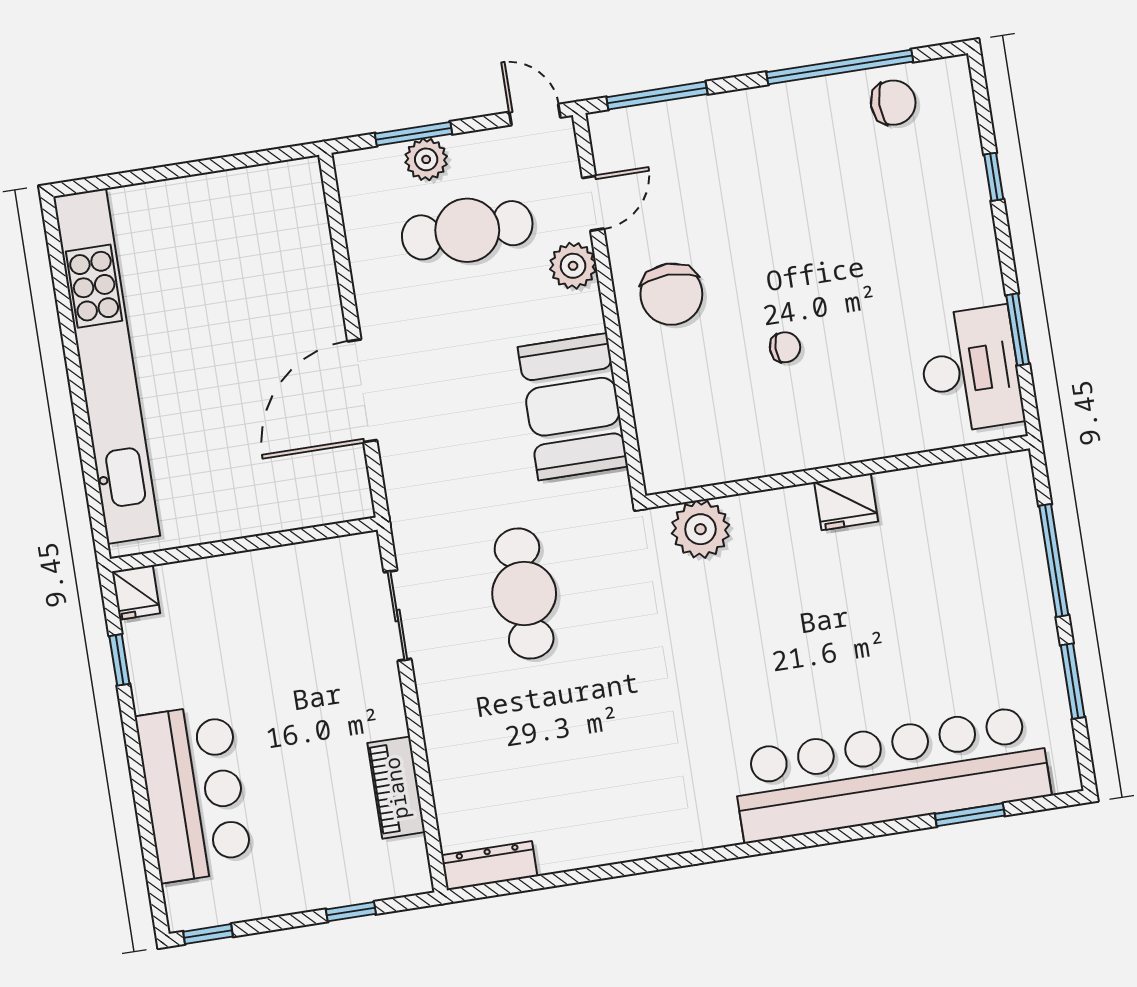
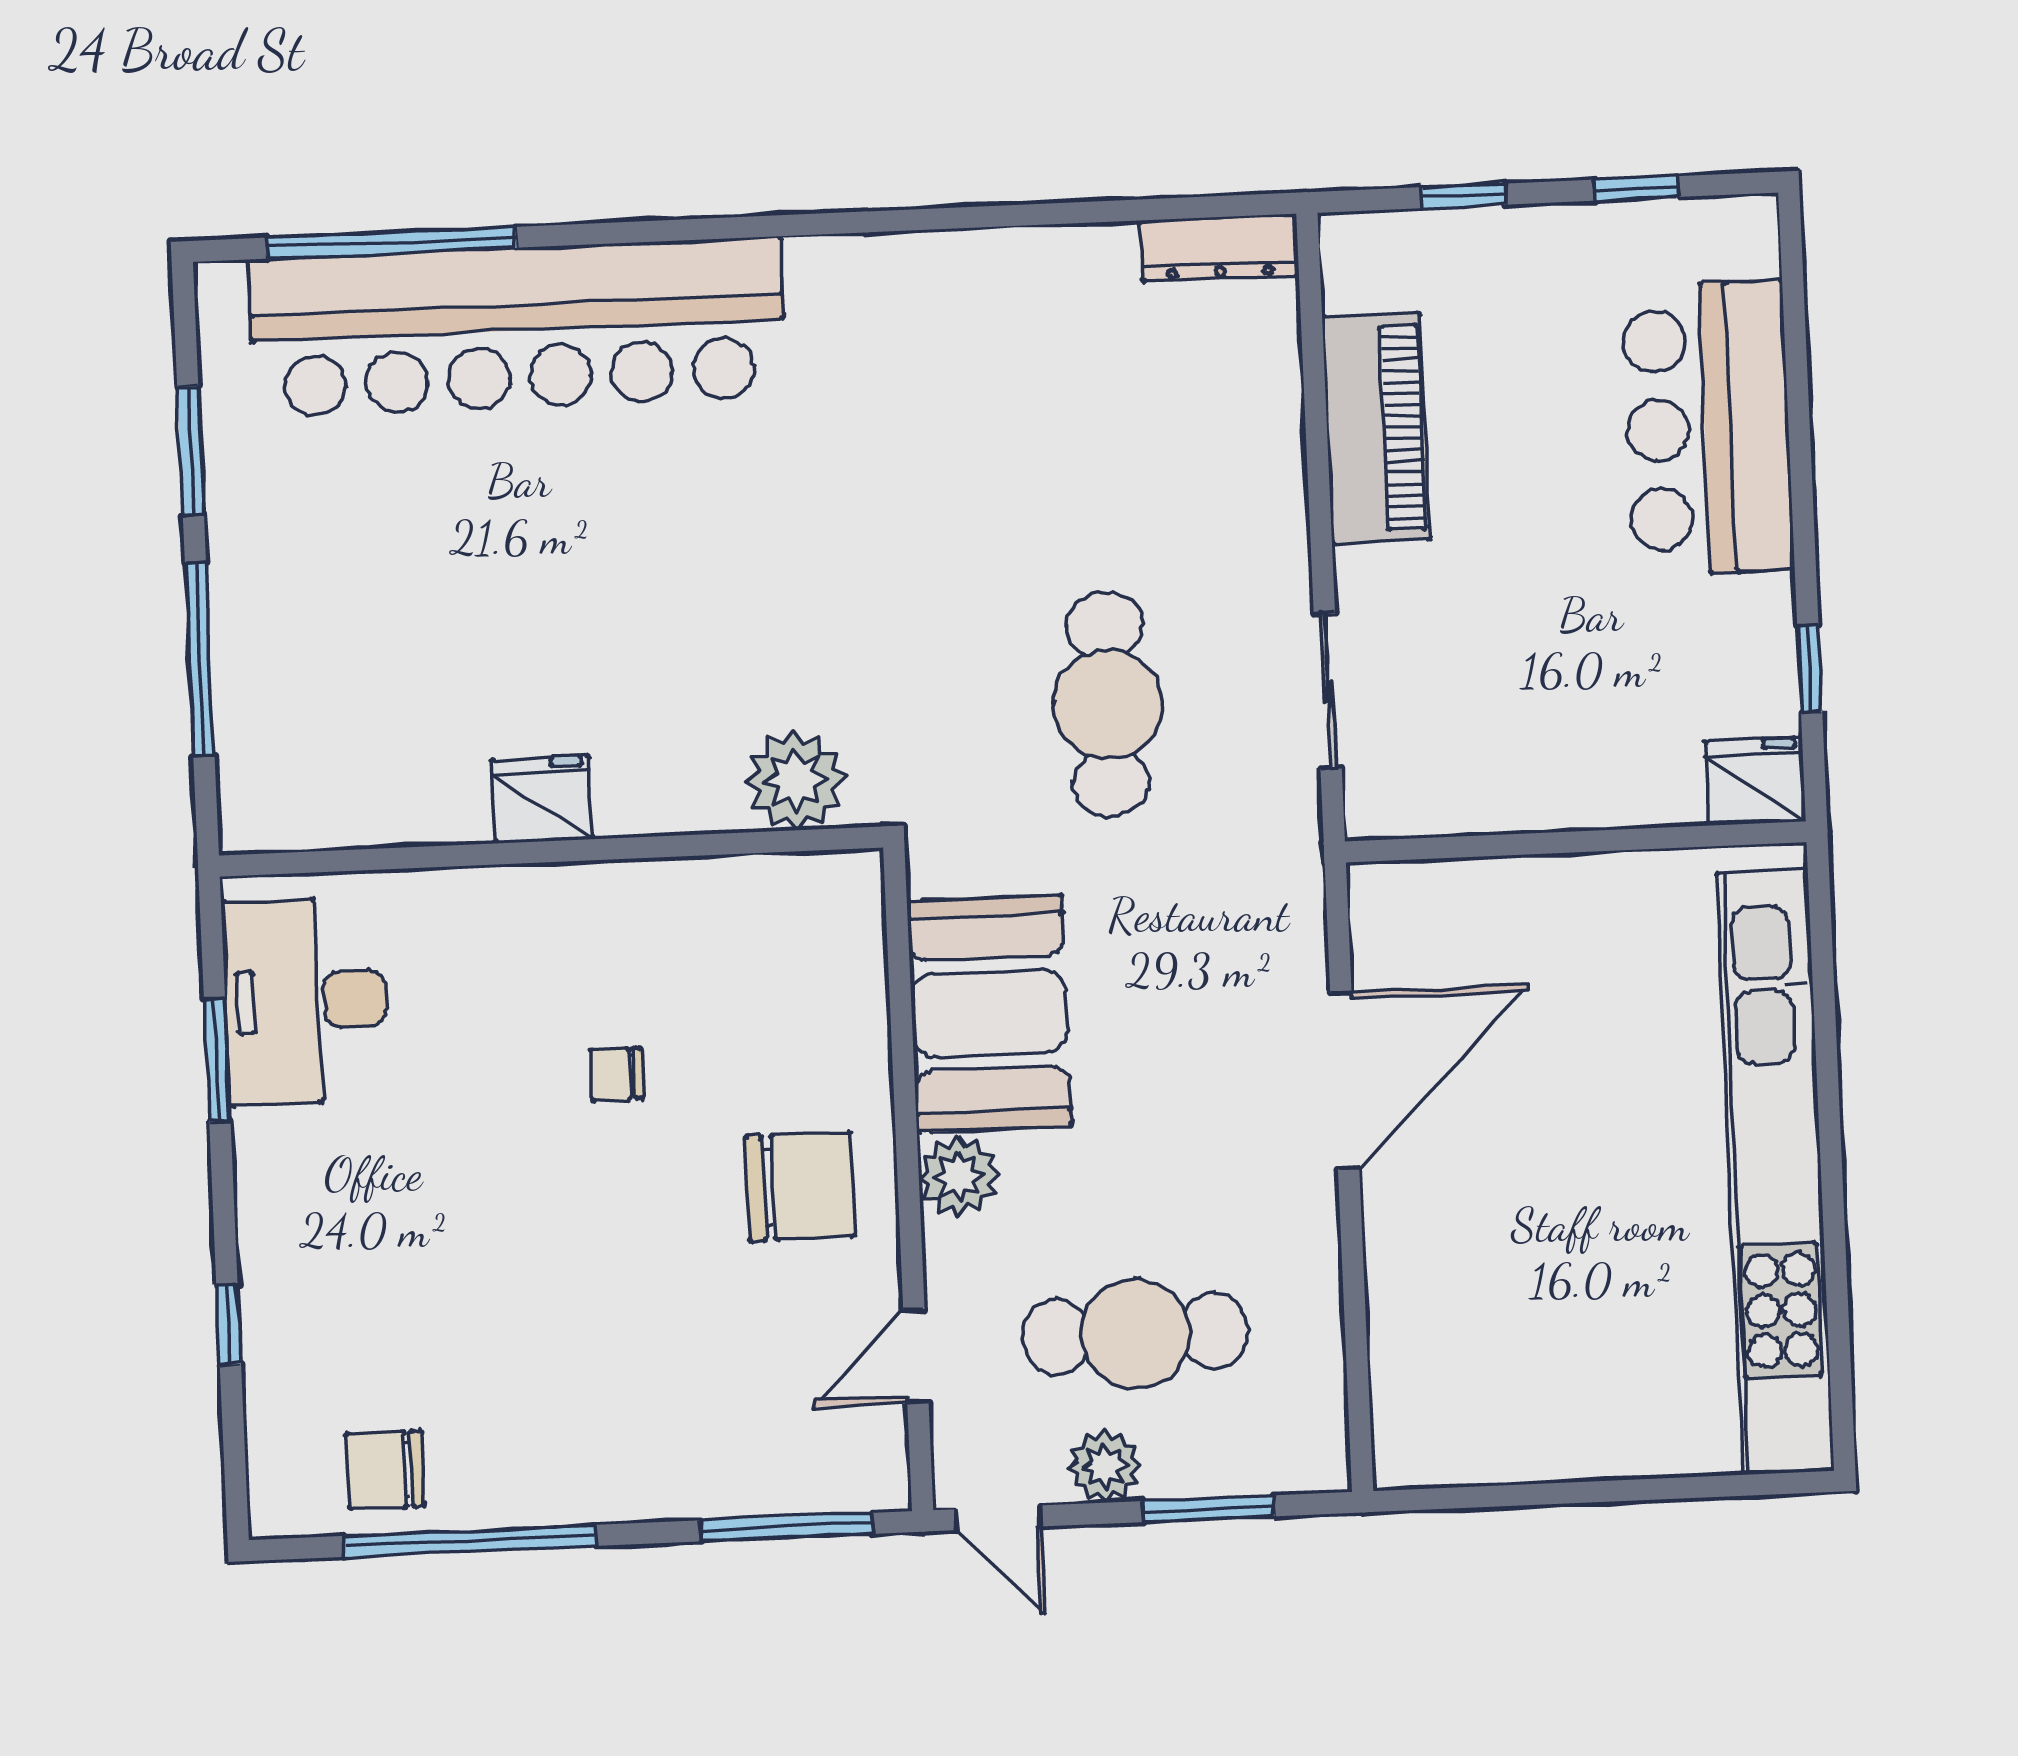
plant: (426, 159) -> (1105, 1466), moved
plant: (573, 266) -> (959, 1176), moved
chair: (671, 294) -> (800, 1186), turned 90
fridge: (136, 592) -> (1755, 781), width x1.38
piano: (396, 788) -> (1376, 428), width x1.37, depth x1.33
window: (970, 815) -> (391, 243), width x2.11
window: (208, 934) -> (1637, 188), moved

